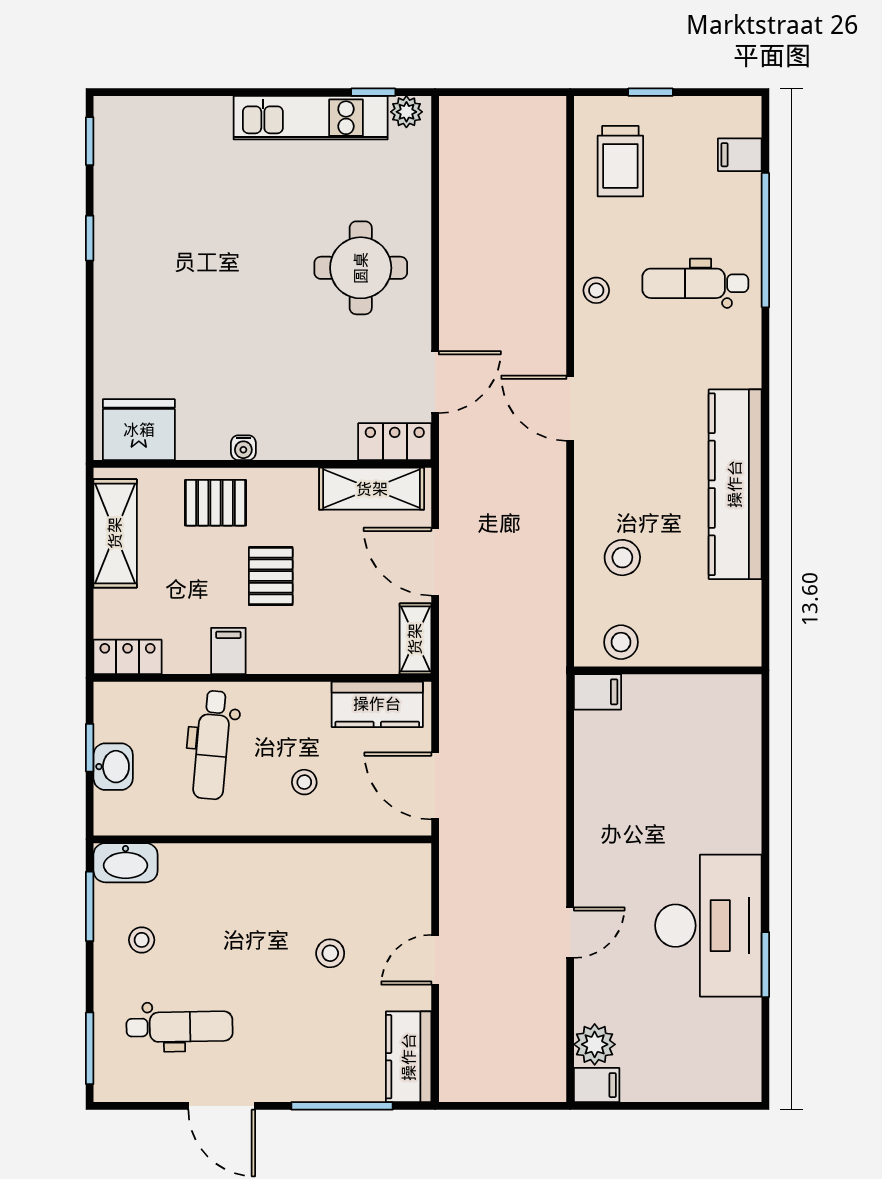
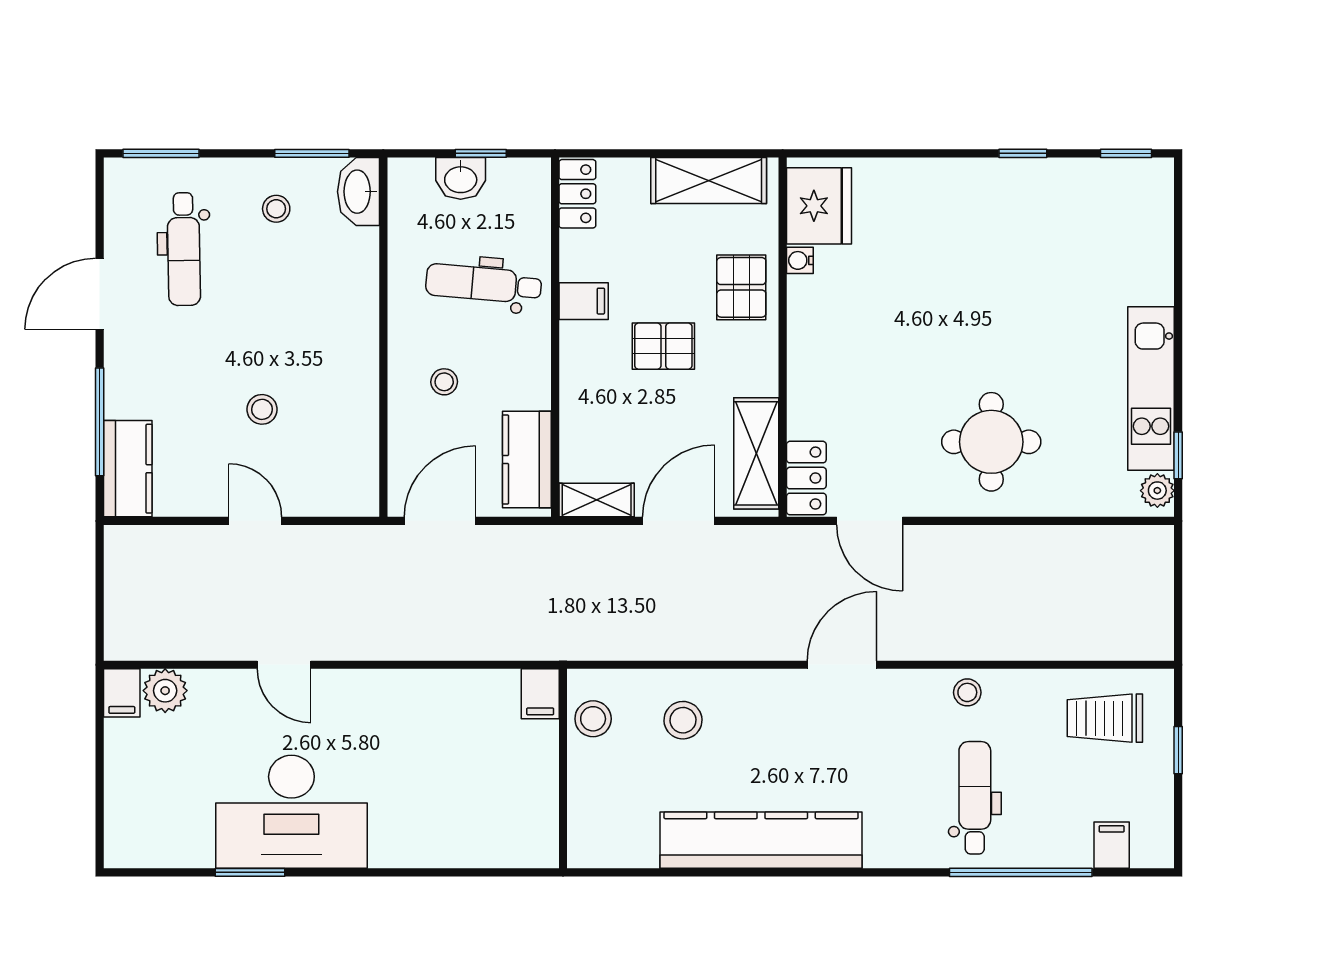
water cooler: (243, 448) -> (800, 260), moved
kitchen counter: (409, 1057) -> (128, 469), moved, turned 90

